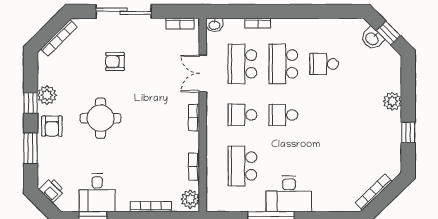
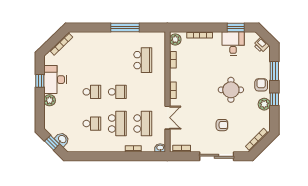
school desk: (242, 115) -> (92, 92), moved
desk: (289, 194) -> (55, 80), moved, turned -90

